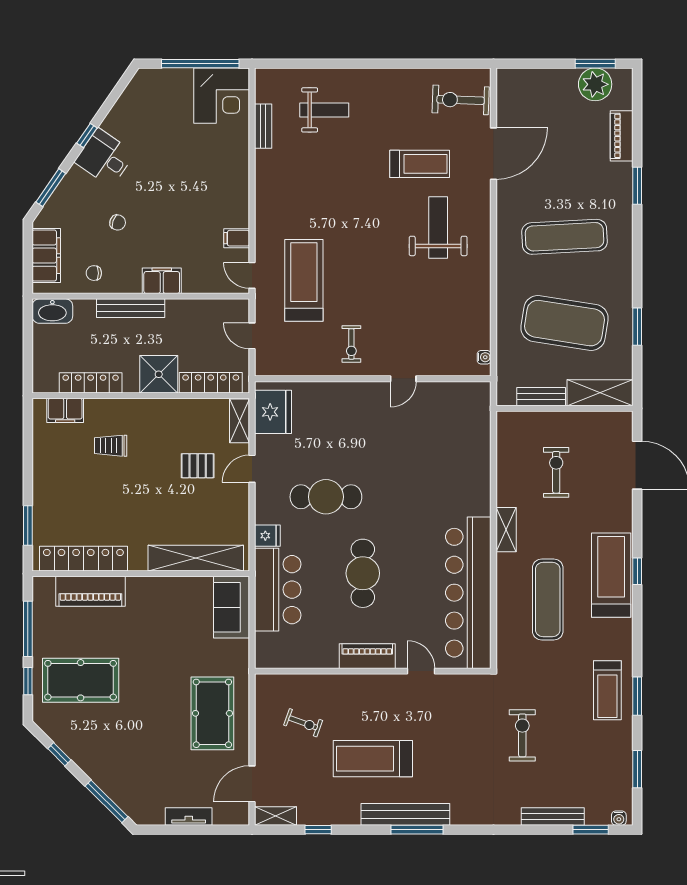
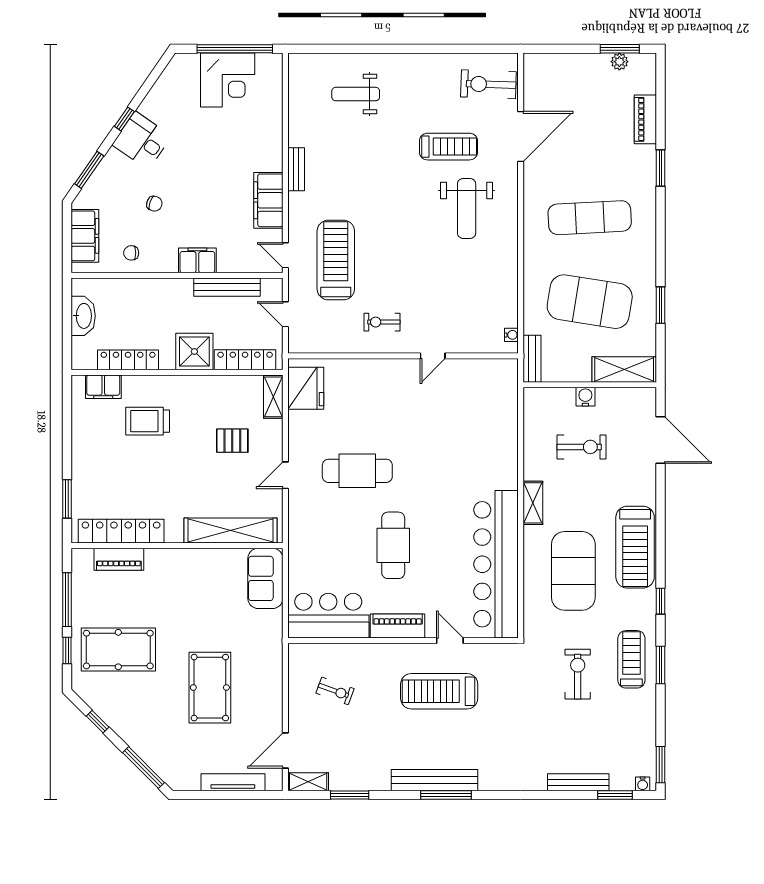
plant: (595, 84) -> (619, 62), width x0.53, depth x0.53
corner desk: (222, 96) -> (228, 80), moved
weight bench: (324, 110) -> (356, 94), turned 180
bench: (263, 126) -> (296, 169), moved
weight bench: (438, 227) -> (467, 208), turned 180
filing cabinet: (237, 238) -> (268, 200), width x3.00, depth x1.17
bench: (131, 308) -> (227, 287), moved
washbasin: (52, 311) -> (83, 316), moved, turned -90
exercise bike: (351, 344) -> (382, 322), turned 90
bench: (541, 397) -> (532, 359), moved, turned 90
water cooler: (560, 421) -> (585, 397), added
trolley: (111, 446) -> (148, 421), width x1.36, depth x1.39
door: (252, 469) -> (285, 475), moved
exercise bike: (556, 472) -> (582, 447), turned 90
fridge: (267, 536) -> (300, 509), removed
window: (637, 571) -> (660, 601), moved
treadmill: (611, 575) -> (635, 547), turned 180
bar counter: (278, 590) -> (328, 616), moved, turned -90
piano: (90, 591) -> (119, 559), width x0.73, depth x0.75
exercise mat: (548, 600) -> (573, 571), width x1.47
treadmill: (607, 690) -> (631, 659), turned 180
pool table: (212, 713) -> (210, 688), moved
exercise bike: (522, 735) -> (578, 674), moved
treadmill: (373, 759) -> (439, 691), moved
window: (637, 769) -> (660, 765), moved
tv unit: (189, 816) -> (233, 782), width x1.41
window: (318, 830) -> (350, 795), width x1.50

